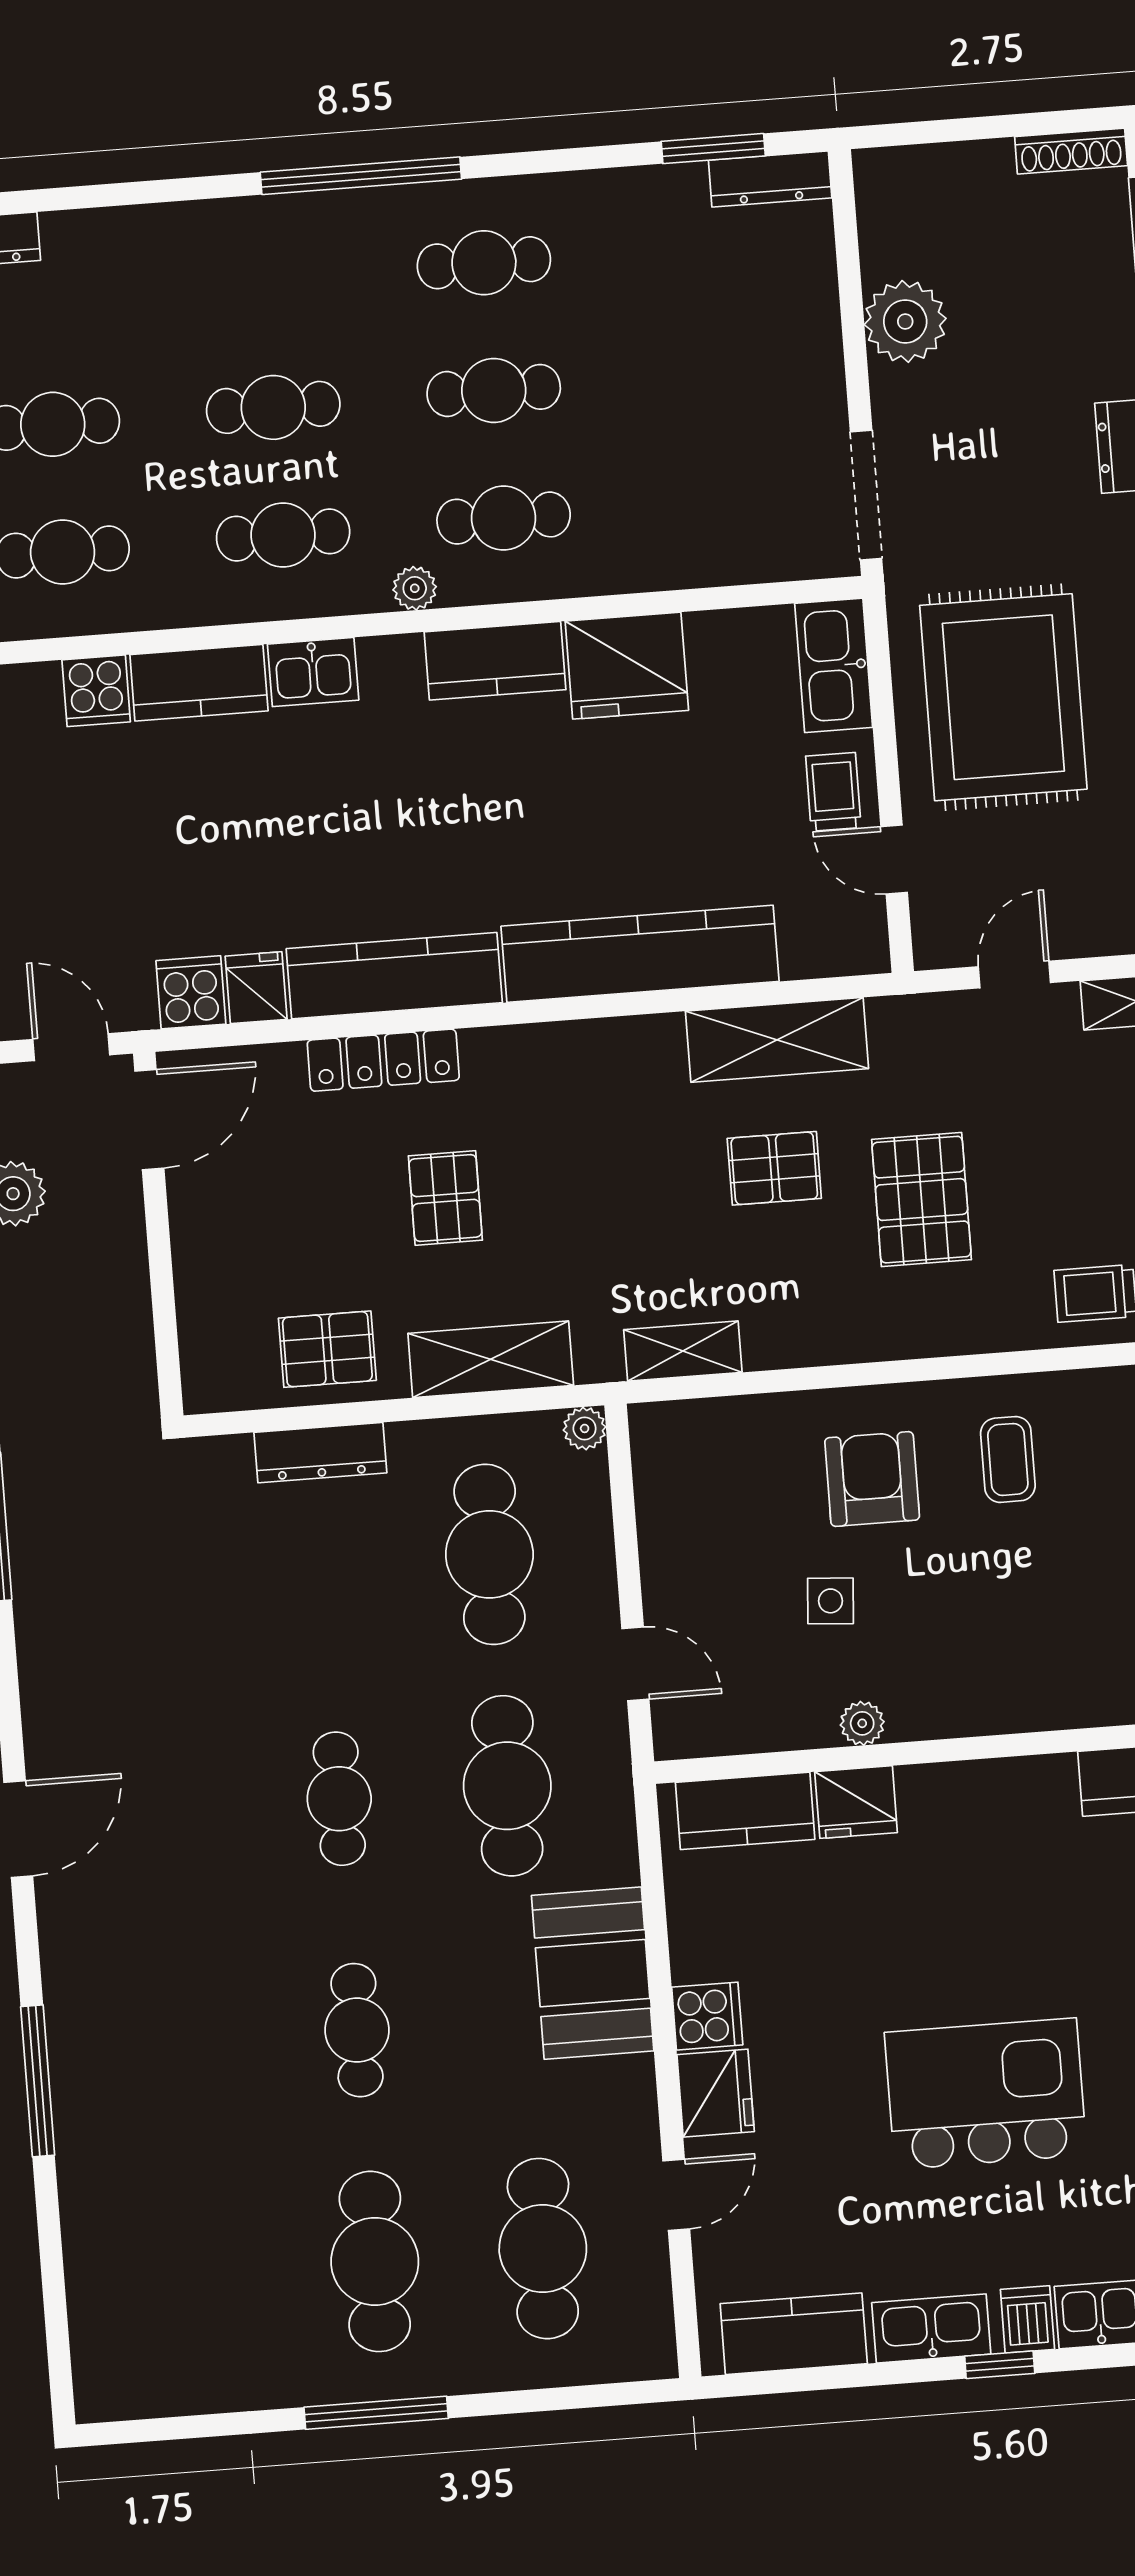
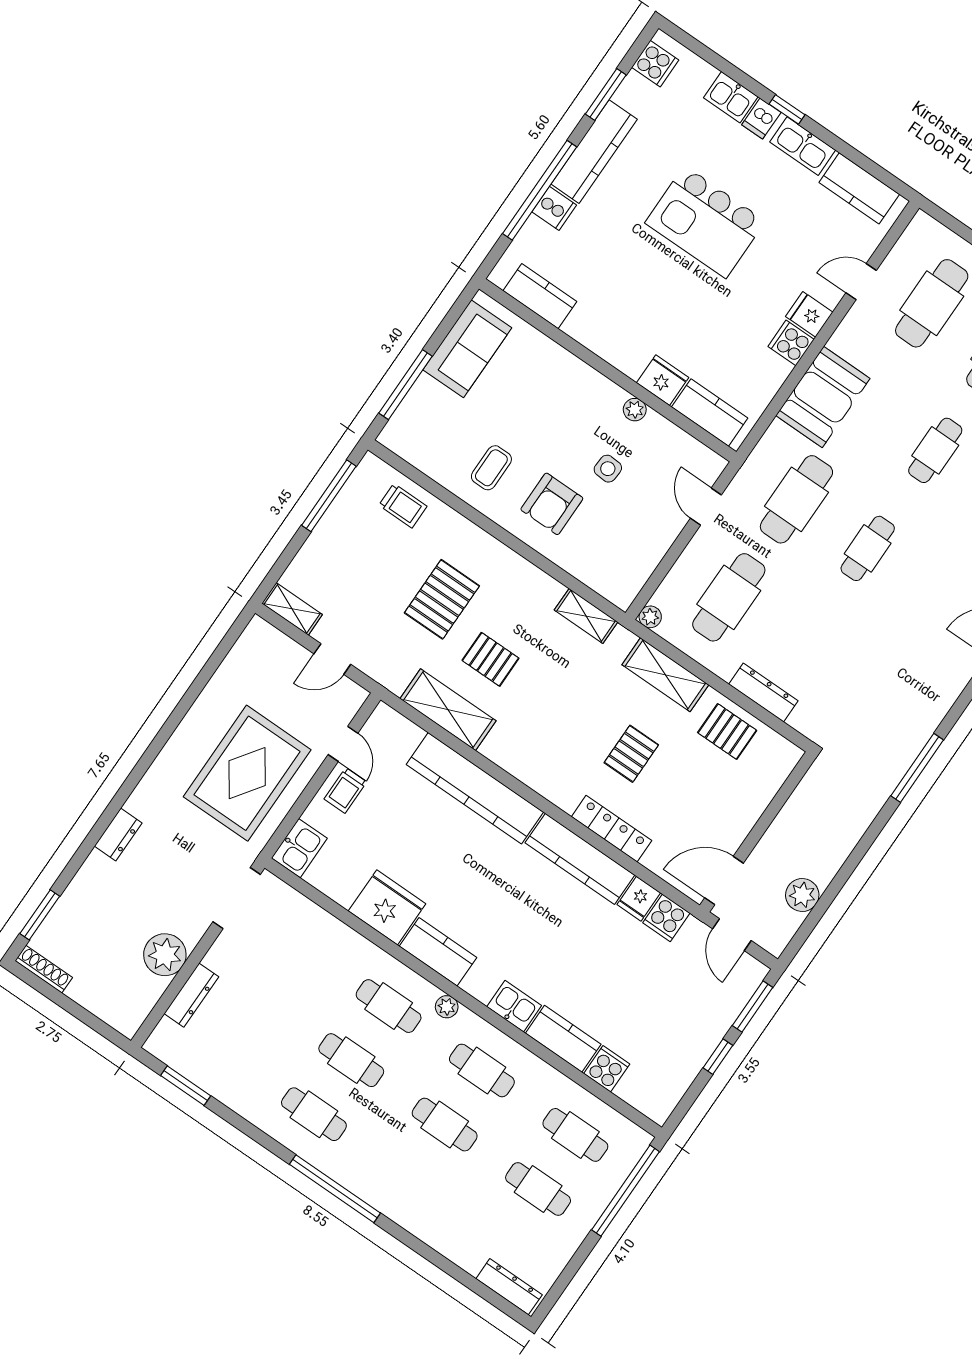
dresser: (770, 179) -> (191, 995), moved, turned 90
kitchen sink: (834, 665) -> (299, 848), width x0.73
fridge: (716, 2093) -> (809, 314), width x0.72

